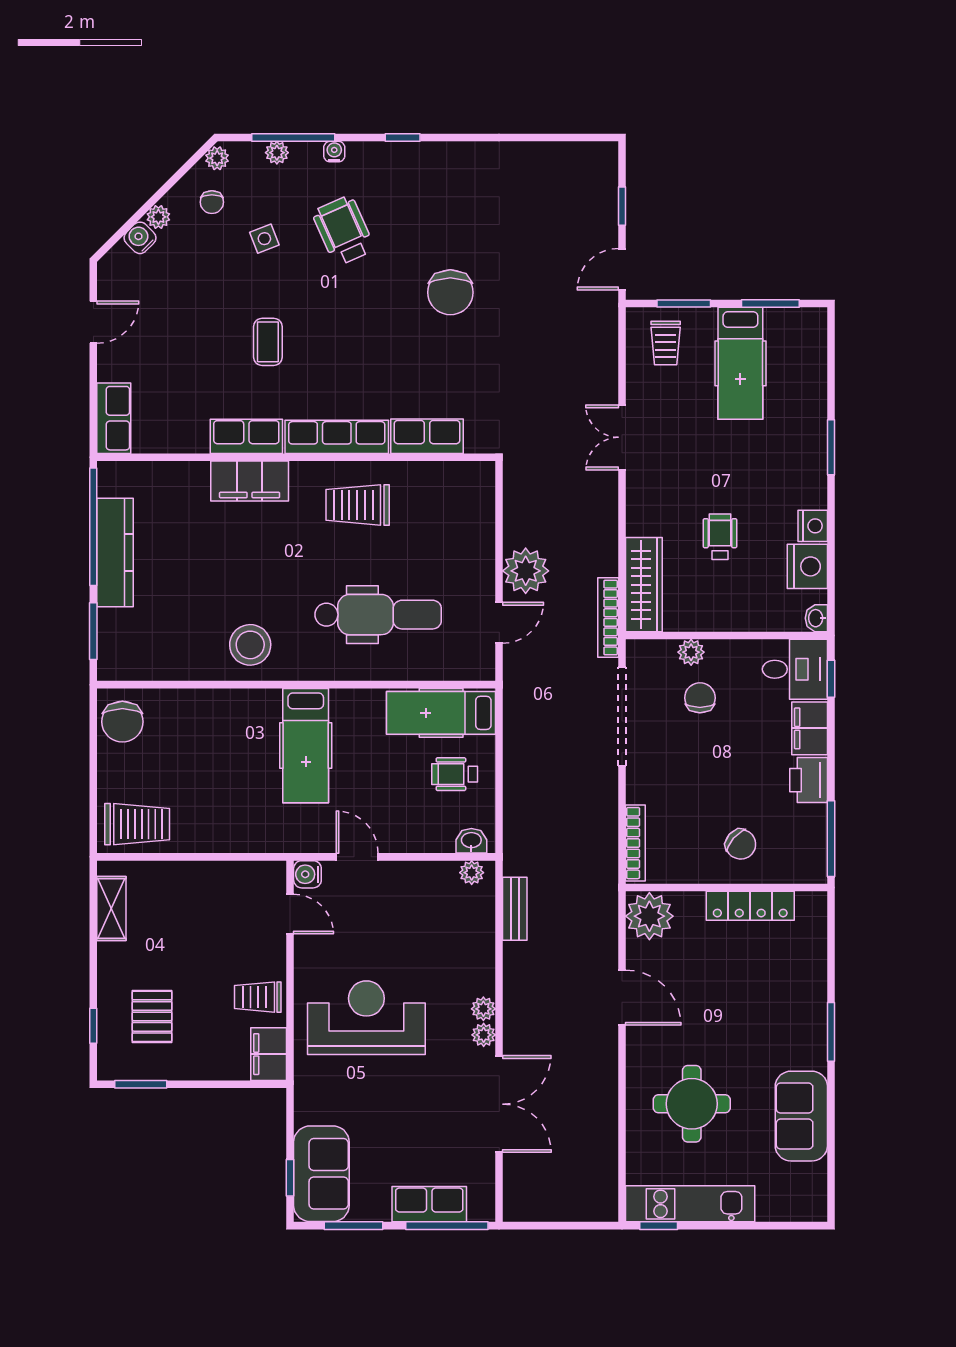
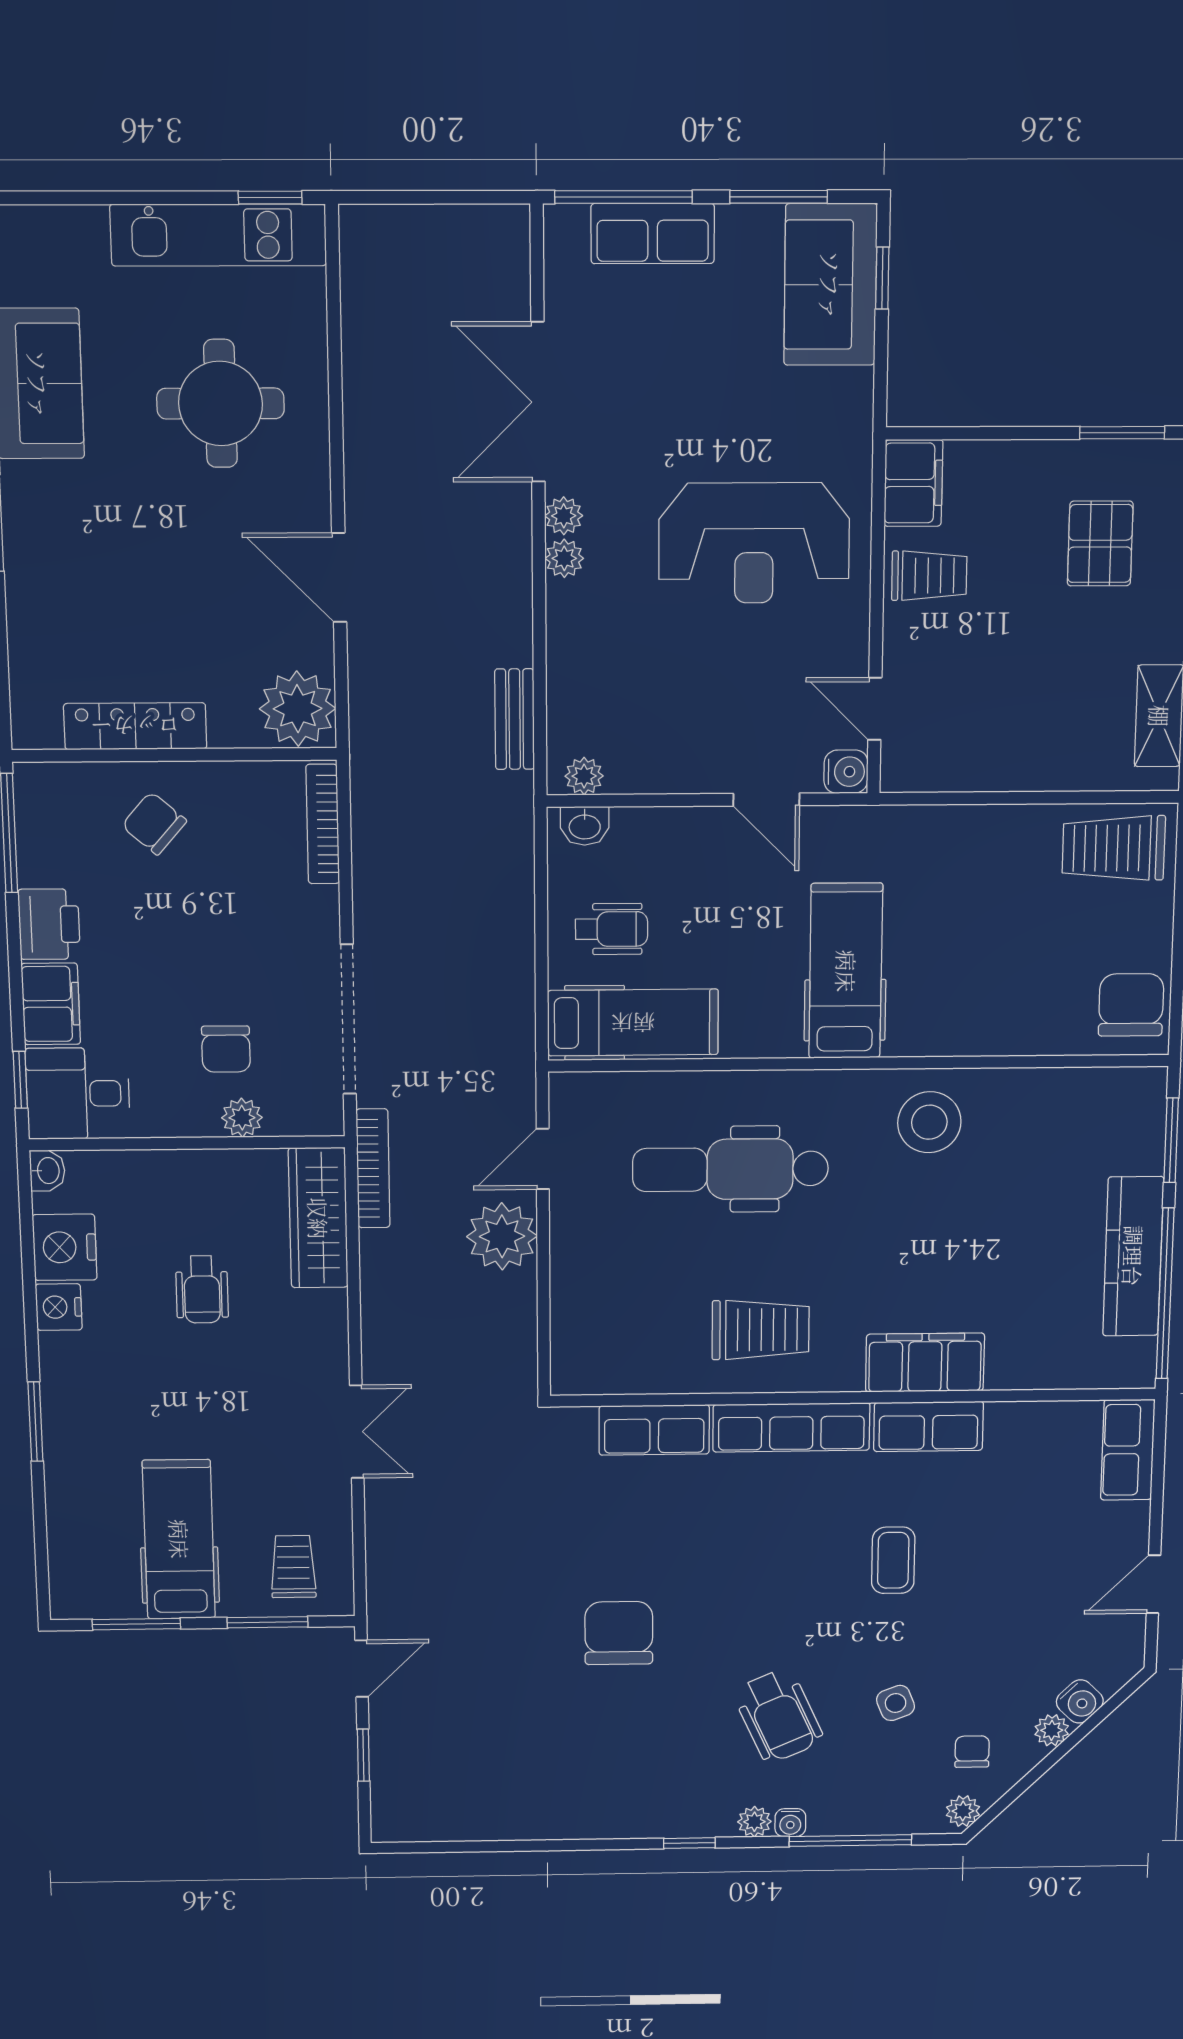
plant: (277, 153) -> (754, 1822), moved

